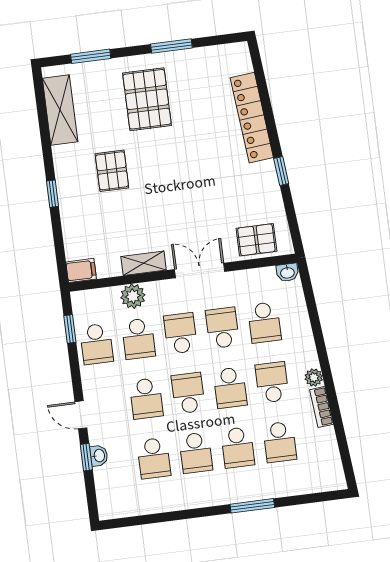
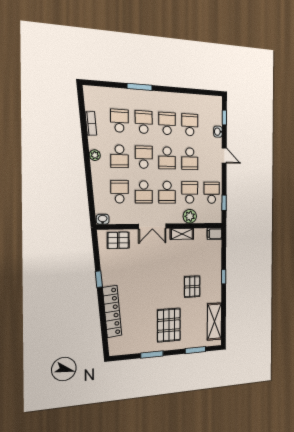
school desk: (146, 398) -> (190, 159), turned 180
bookcase: (322, 407) -> (91, 123), moved
window: (86, 457) -> (224, 118), moved

